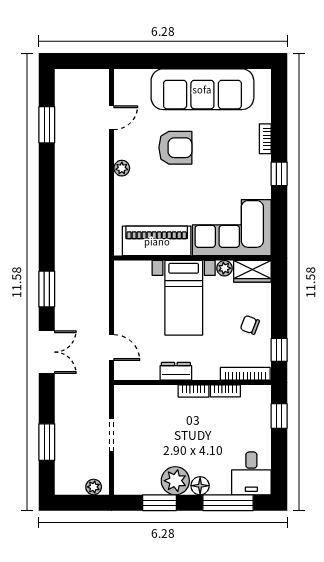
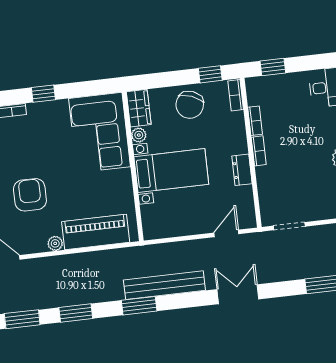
window: (47, 181) -> (76, 313), added
piano: (157, 241) -> (96, 232), moved, turned 90
bench: (65, 277) -> (164, 285), added
window: (47, 289) -> (139, 306), moved
chair: (250, 325) -> (190, 105), width x1.87, depth x1.87
bookcase: (245, 374) -> (236, 95), width x0.64
doorway: (112, 435) -> (289, 226), moved

